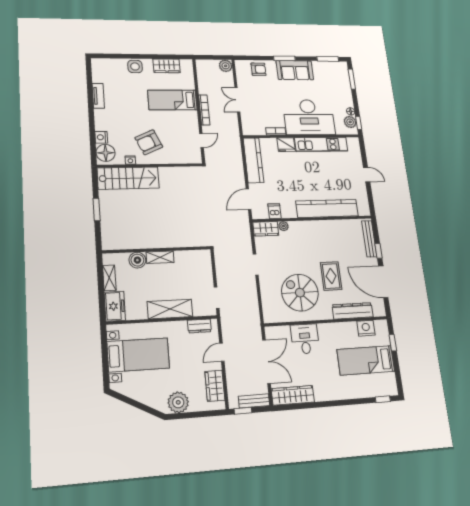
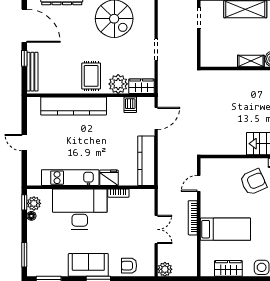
plant: (284, 226) -> (118, 84), width x1.88, depth x1.88
rug: (331, 276) -> (91, 76), moved

